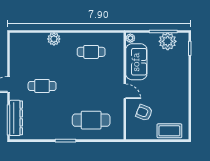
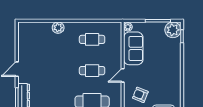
plant: (168, 41) -> (173, 30), moved
cafe table: (42, 86) -> (92, 71), moved
door: (125, 91) -> (123, 75), swing flipped

